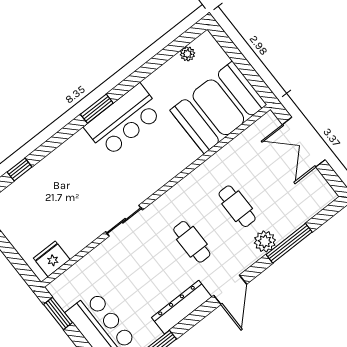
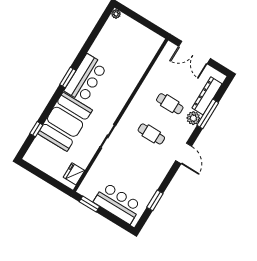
plant: (187, 54) -> (116, 14), moved
booth: (218, 107) -> (65, 122), moved
dresser: (182, 307) -> (207, 96), moved

